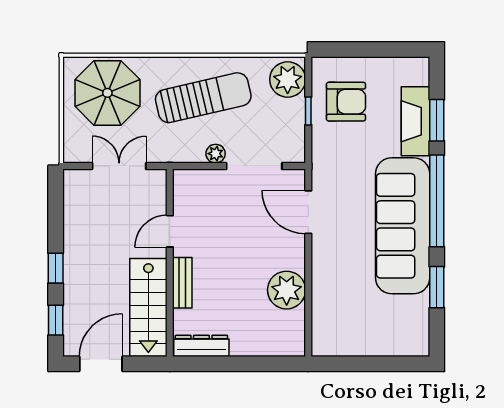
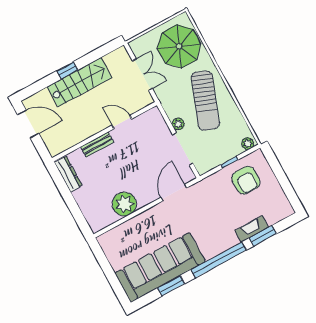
plant: (288, 79) -> (248, 144), width x0.53, depth x0.53
sun lounger: (203, 98) -> (205, 101), turned 33
fireplace: (415, 121) -> (252, 229), width x0.73, depth x0.76
sofa: (403, 226) -> (160, 267), moved
stairs: (148, 307) -> (79, 82), moved, turned 180
window: (56, 320) -> (39, 86), removed

